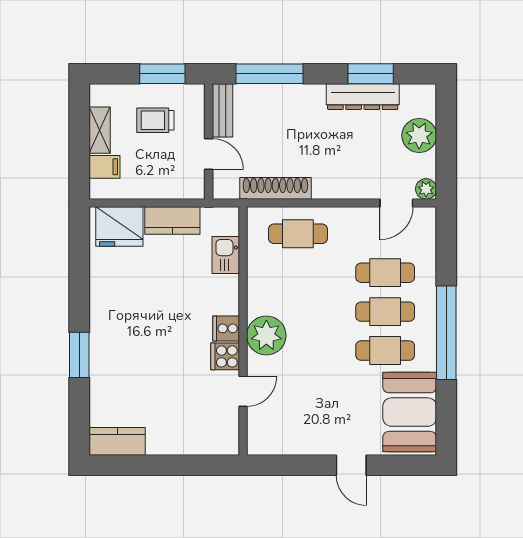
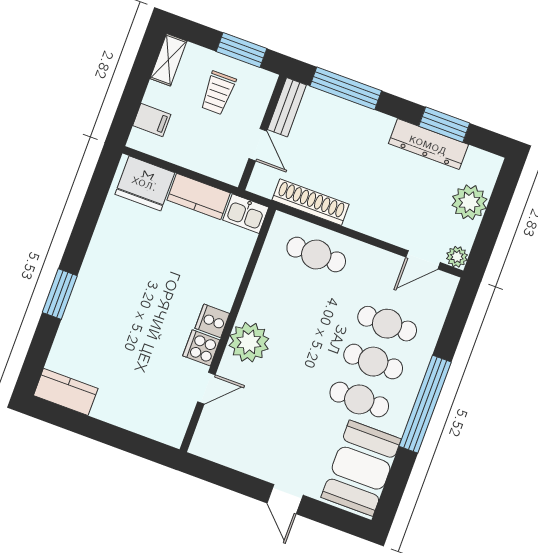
trolley: (155, 120) -> (218, 93), turned -90
shelving: (100, 130) -> (168, 60), moved
kitchen sink: (226, 255) -> (246, 214), moved, turned -90

